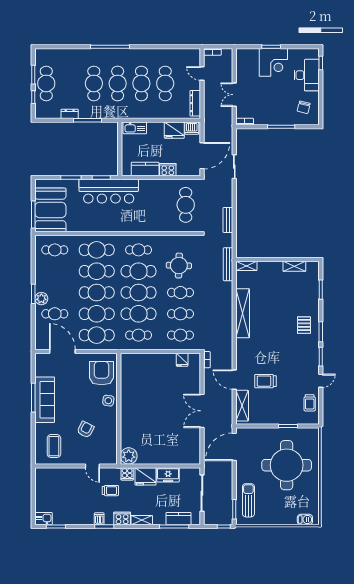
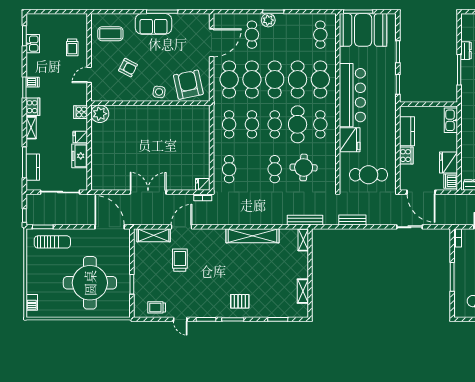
bar counter: (109, 191) -> (352, 95), moved, turned 180
fridge: (153, 222) -> (350, 140), added
cafe table: (139, 292) -> (275, 124), width x0.73, depth x0.74
cafe table: (139, 314) -> (252, 124), width x0.73, depth x0.74
cafe table: (180, 314) -> (252, 169), removed
fridge: (182, 360) -> (203, 184), moved
armchair: (102, 373) -> (188, 85), turned -102
sofa: (45, 400) -> (153, 24), width x0.73
fridge: (145, 476) -> (80, 137), width x0.53, depth x0.75
trolley: (110, 491) -> (72, 47), moved
kitchen sink: (44, 519) -> (33, 44), moved

